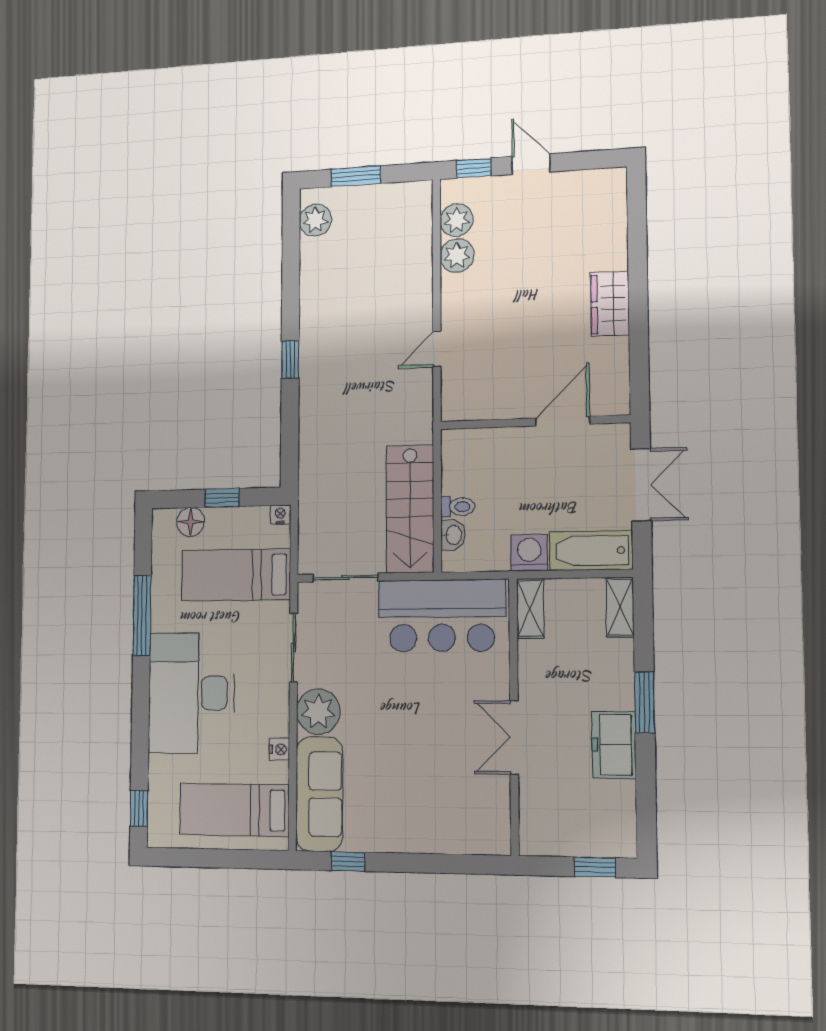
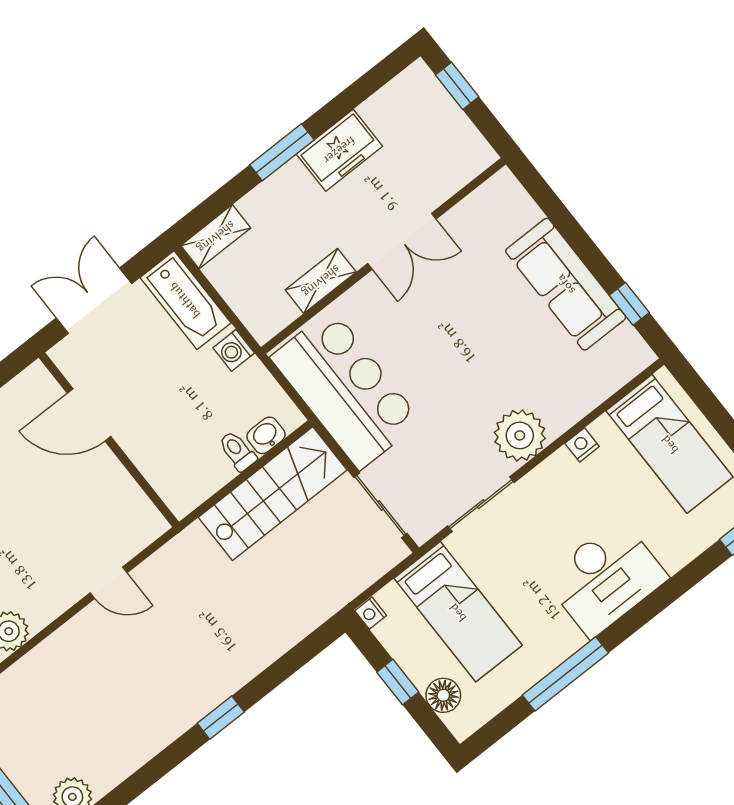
washing machine: (529, 553) -> (234, 350), width x0.73, depth x0.73
shelving: (530, 608) -> (321, 281), moved
desk: (191, 693) -> (606, 578), width x0.73, depth x0.77
sofa: (319, 794) -> (566, 284), moved, turned -90

